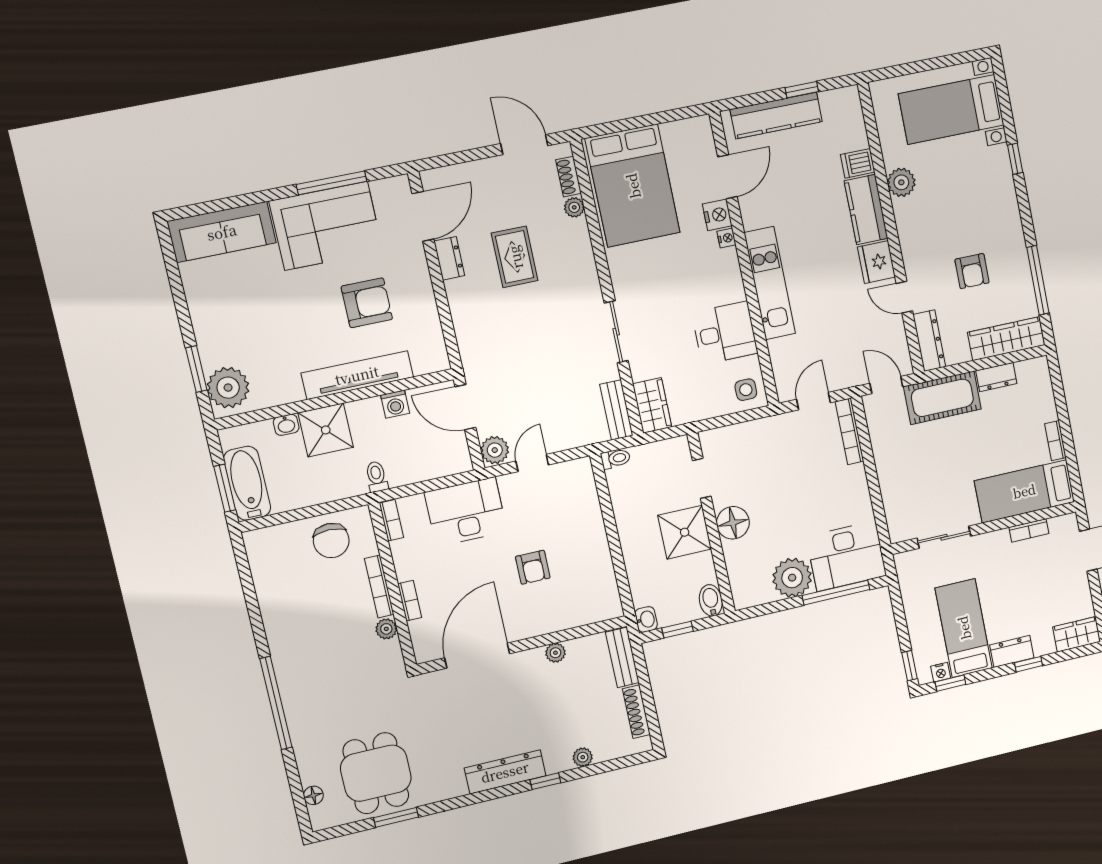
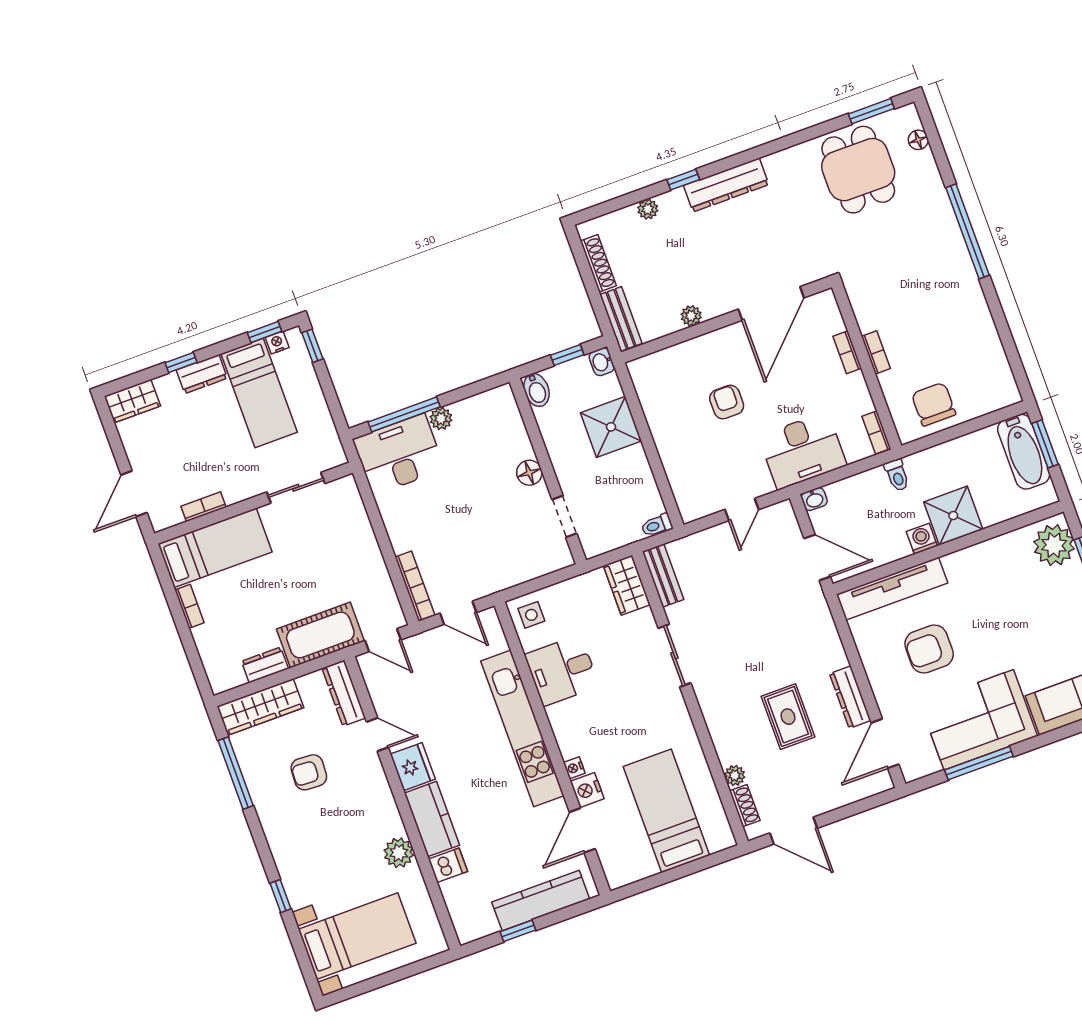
bed: (633, 186) -> (666, 811), width x0.67
dresser: (449, 258) -> (850, 697), width x1.44
armchair: (972, 271) -> (309, 772), turned -87
kitchen unit: (770, 283) -> (522, 728), width x1.36
tv unit: (357, 375) -> (892, 589), moved
door: (813, 401) -> (458, 613), hinge flipped
washing machine: (395, 404) -> (922, 539), moved
washbasin: (286, 425) -> (814, 499), moved, turned 180
plant: (495, 450) -> (782, 518), removed
floor lamp: (733, 523) -> (529, 473), width x0.73, depth x0.73
shower: (685, 532) -> (611, 427), moved
plant: (792, 578) -> (441, 419), width x0.53, depth x0.53
bookcase: (379, 586) -> (876, 352), width x0.64
plant: (386, 629) -> (867, 320), removed
window: (396, 817) -> (871, 111), moved

